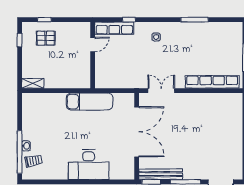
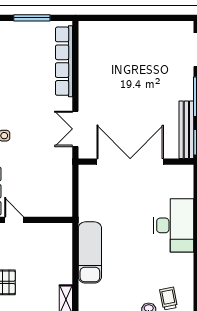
exam couch: (90, 101) -> (90, 252), moved

